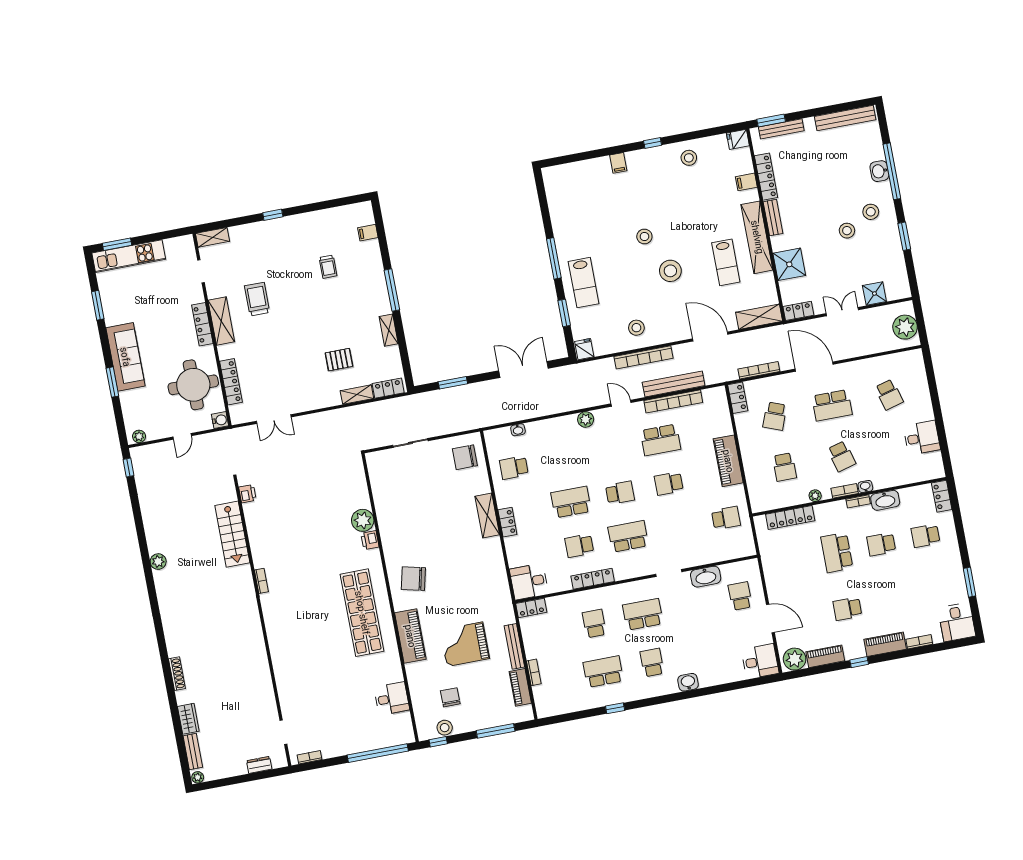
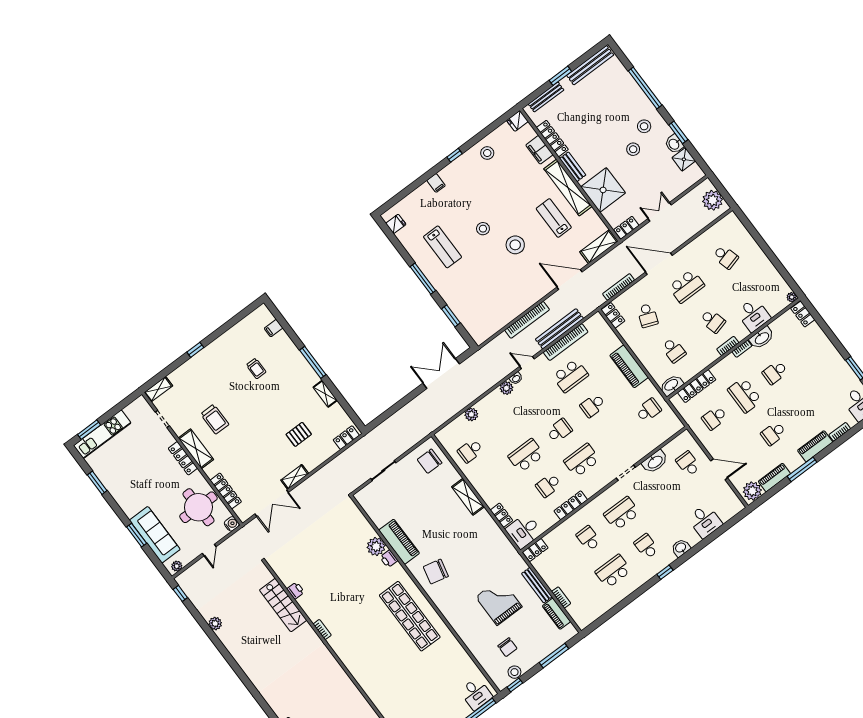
window: (771, 121) -> (560, 76), moved
washbasin: (879, 171) -> (674, 144), moved
filing cabinet: (746, 182) -> (539, 150), width x2.00
lab bench: (726, 262) -> (554, 218), turned 180
shower: (789, 264) -> (603, 190), width x1.37, depth x1.37
lab bench: (584, 283) -> (443, 247), moved
shower: (874, 294) -> (684, 159), moved
trolley: (257, 299) -> (215, 419), turned 180
stool: (636, 328) -> (511, 300), removed
fridge: (584, 349) -> (396, 224), moved, turned 90
sofa: (125, 357) -> (155, 535), moved
window: (453, 383) -> (393, 410), removed
shelving: (357, 395) -> (295, 477), moved
double door: (274, 419) -> (272, 503), width x1.37
plant: (534, 429) -> (471, 414), added
washbasin: (518, 430) -> (516, 378), moved
desk: (922, 438) -> (753, 315), moved, turned 90
washbasin: (865, 487) -> (671, 385), moved, width x1.91, depth x1.45
printer: (247, 494) -> (296, 591), moved
plant: (815, 496) -> (792, 297), moved
locker: (507, 522) -> (501, 515), moved
school desk: (926, 536) -> (714, 418), moved
plant: (158, 562) -> (215, 624), moved
piano: (410, 636) -> (399, 542), moved
grand piano: (465, 644) -> (499, 602), turned 90
desk: (760, 661) -> (705, 521), moved, turned 90
window: (859, 662) -> (802, 469), width x2.17
chair: (450, 697) -> (507, 647), turned 180
desk: (392, 699) -> (476, 694), moved, turned 90
window: (615, 708) -> (665, 572), moved

